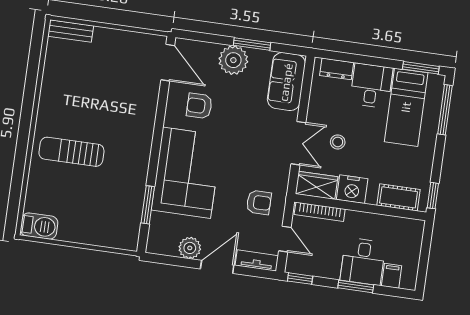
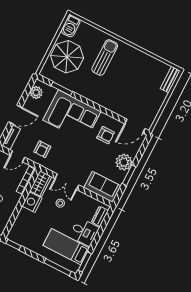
armchair: (199, 106) -> (106, 135), turned 90
cot: (399, 197) -> (19, 226), removed
parasol: (92, 214) -> (67, 57), added
plant: (190, 248) -> (36, 93), moved
door: (217, 267) -> (15, 115), hinge flipped

